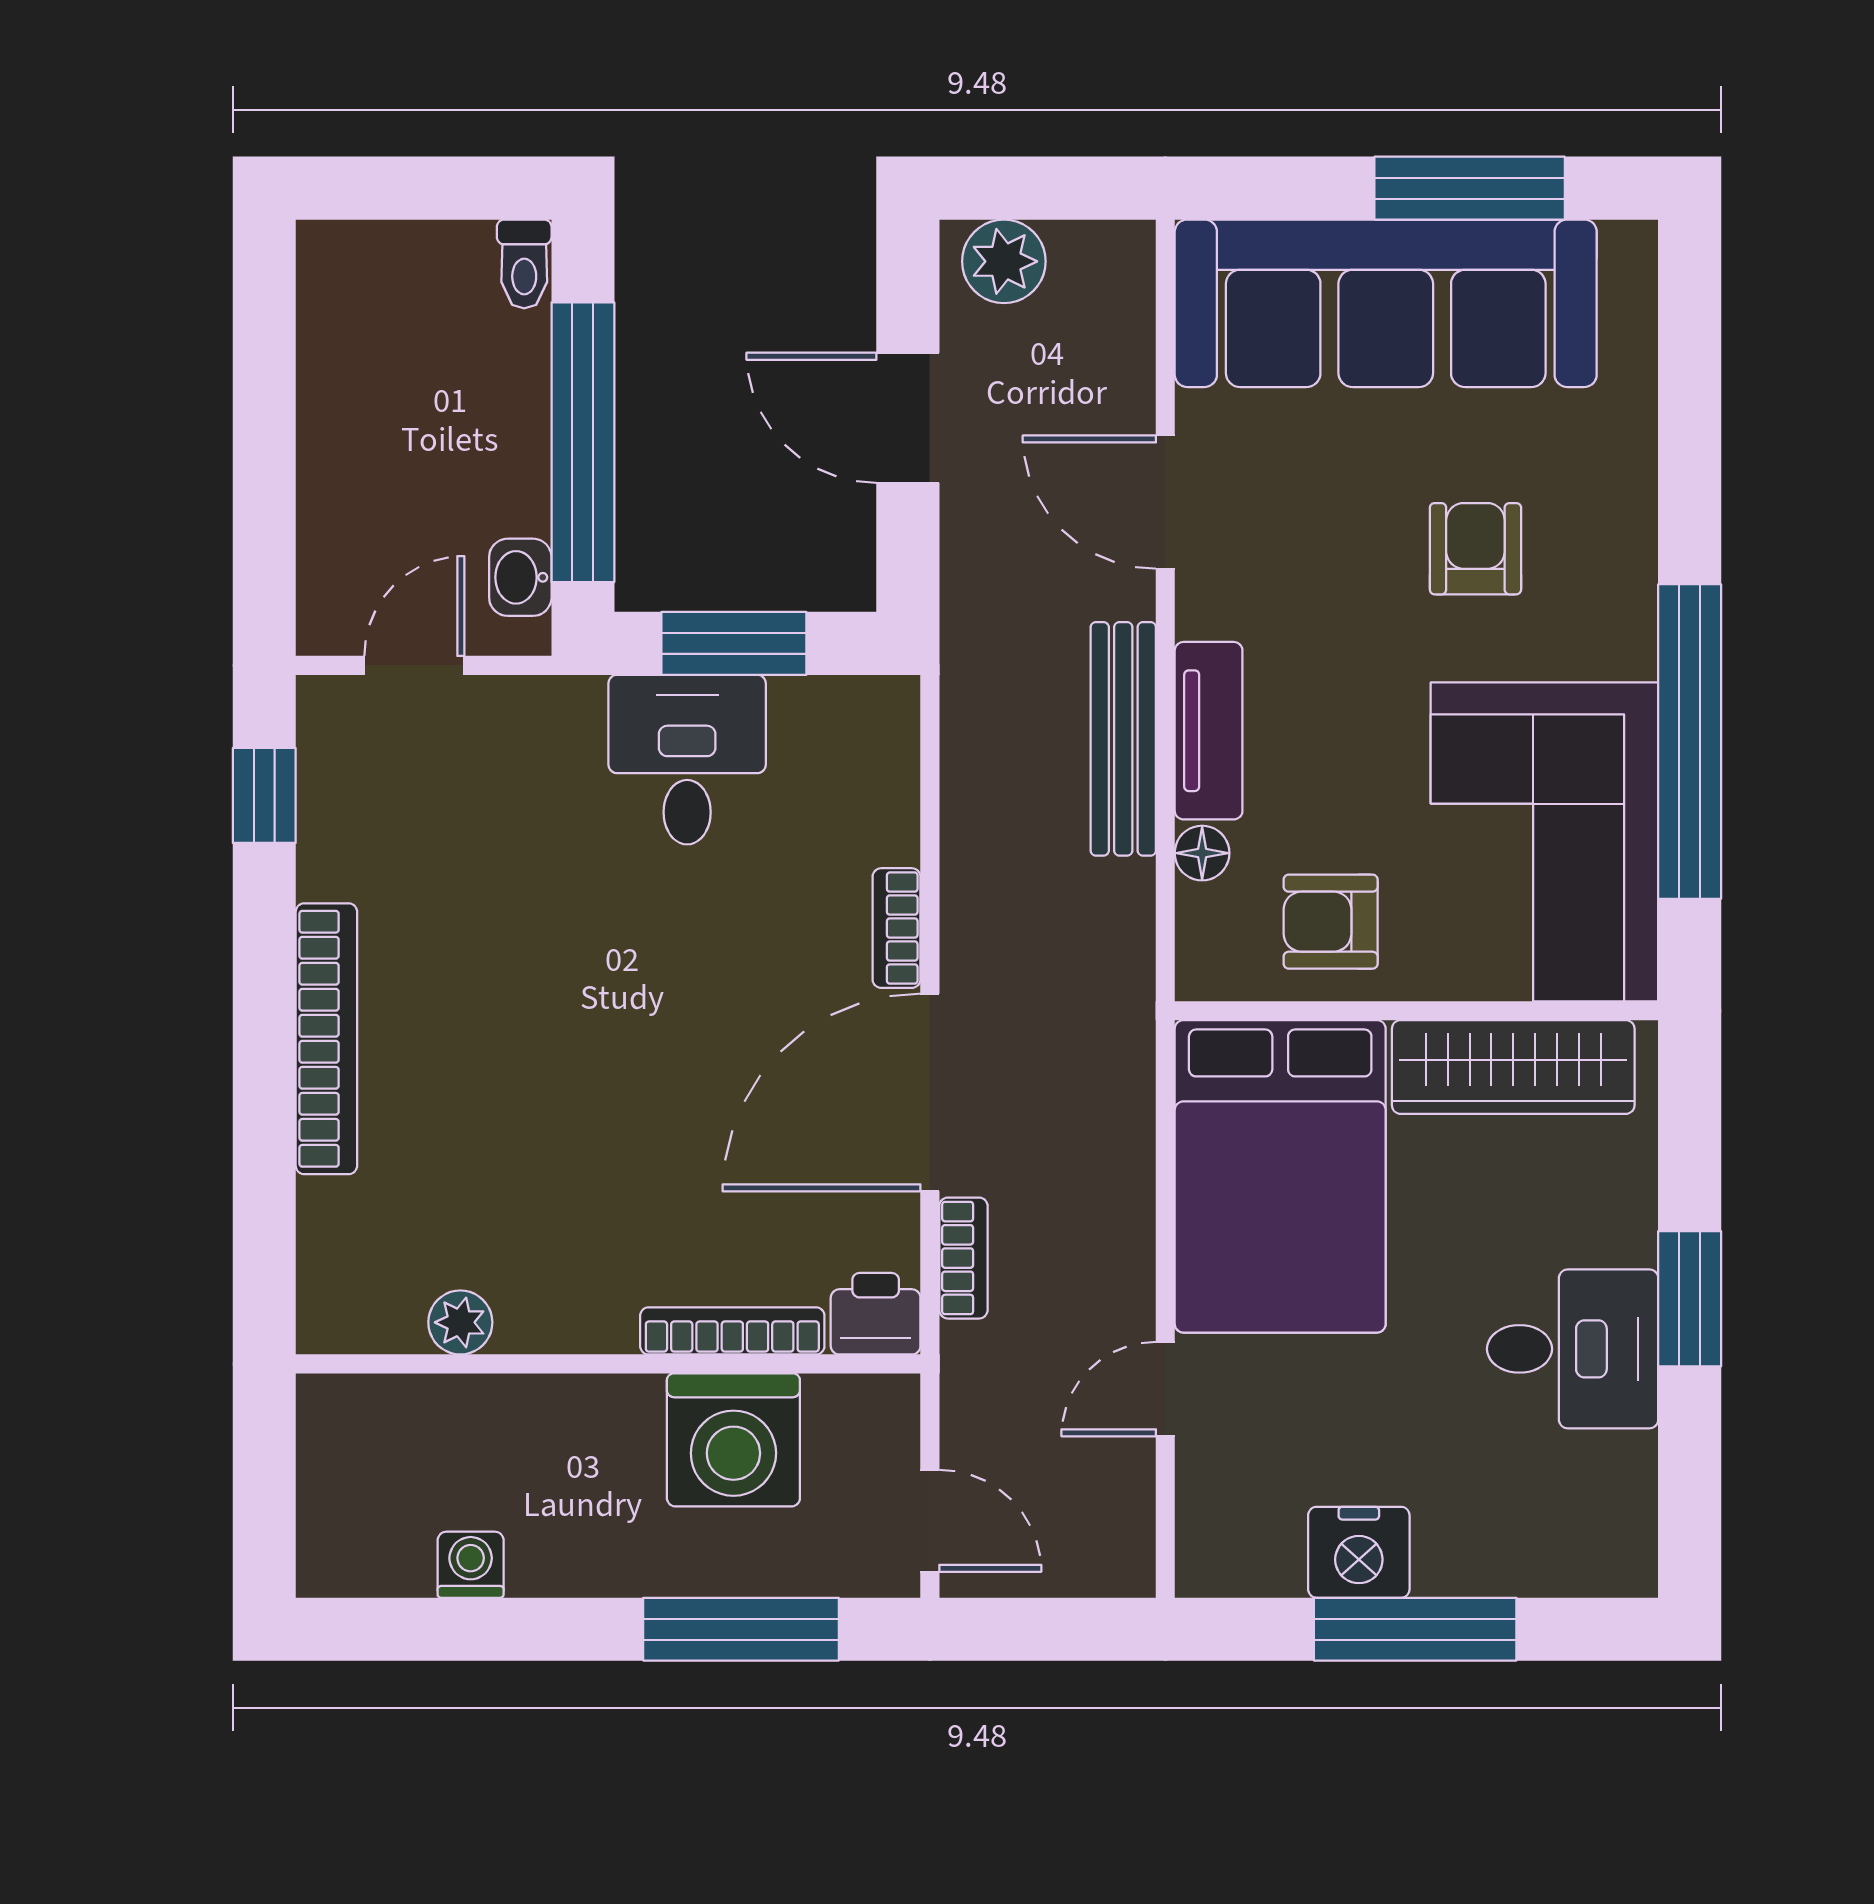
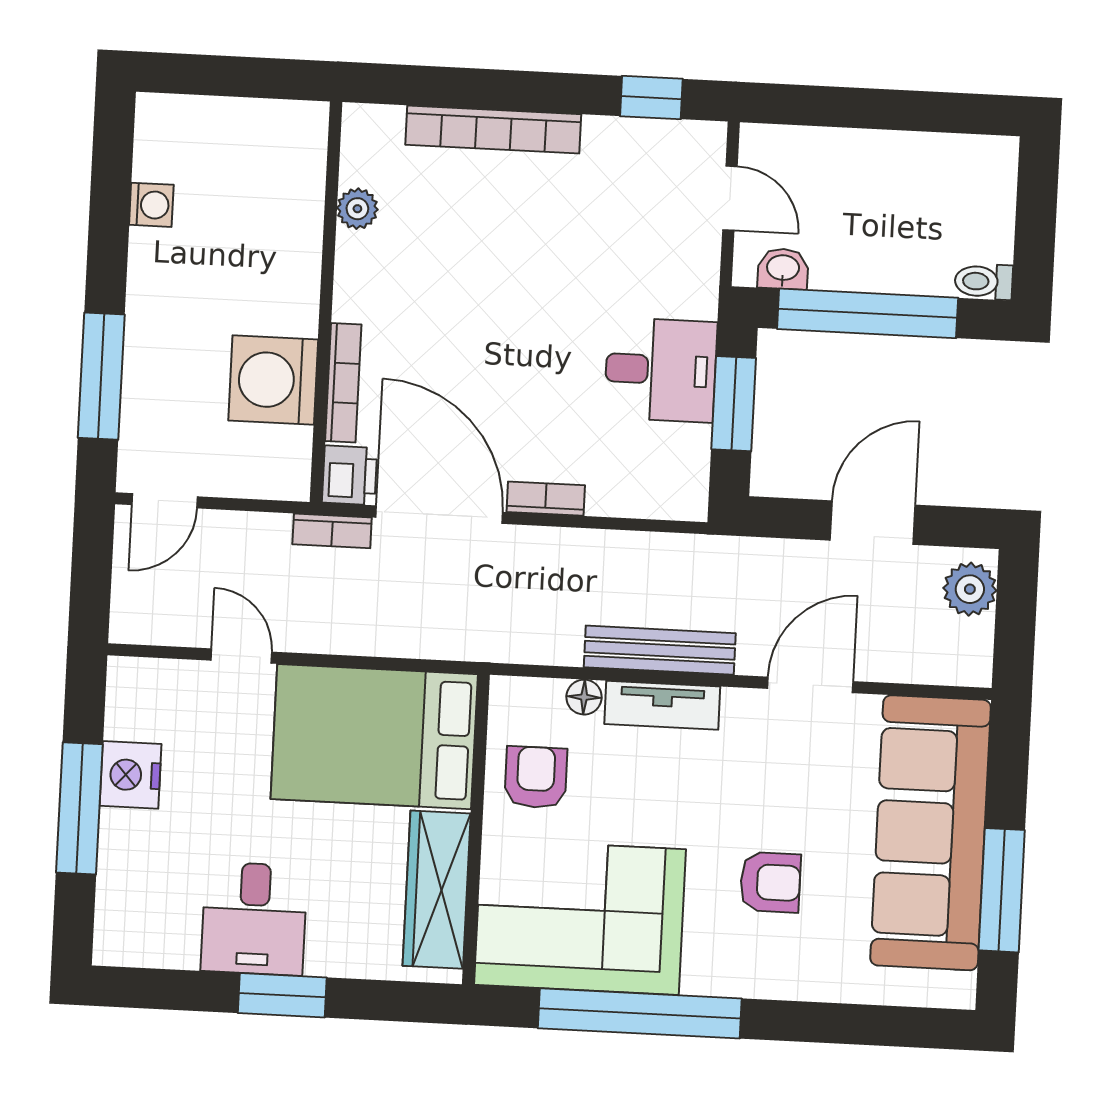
printer: (876, 1314) -> (350, 475), moved
plant: (460, 1322) -> (357, 209), moved
bookcase: (732, 1331) -> (343, 383), moved
wall: (608, 1364) -> (326, 302), moved
washing machine: (733, 1440) -> (273, 380), moved

